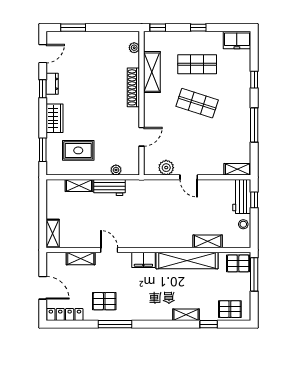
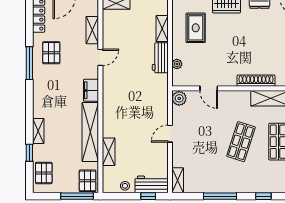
plant: (166, 168) -> (179, 98), moved

